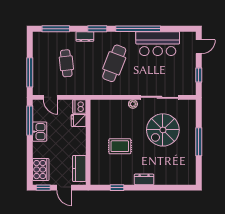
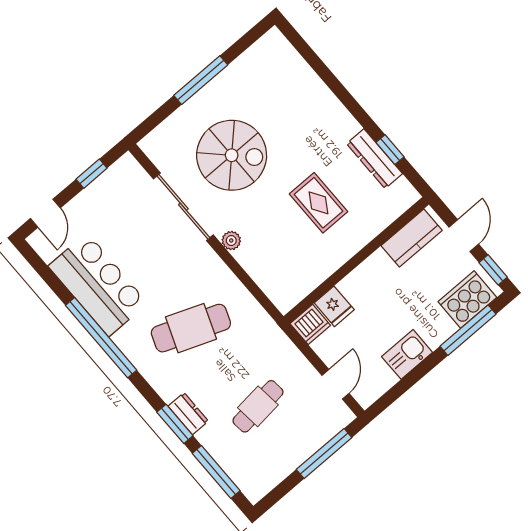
window: (97, 29) -> (175, 424), moved
door: (199, 47) -> (45, 213), swing flipped
window: (30, 121) -> (468, 330), moved
dresser: (144, 179) -> (375, 159), moved, width x1.44

